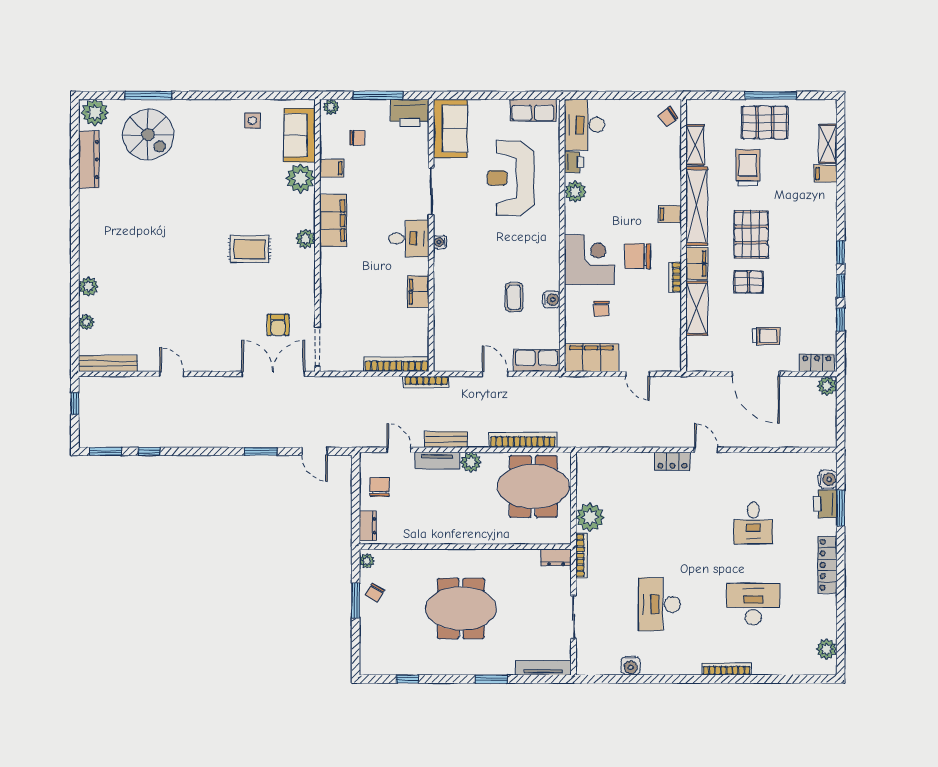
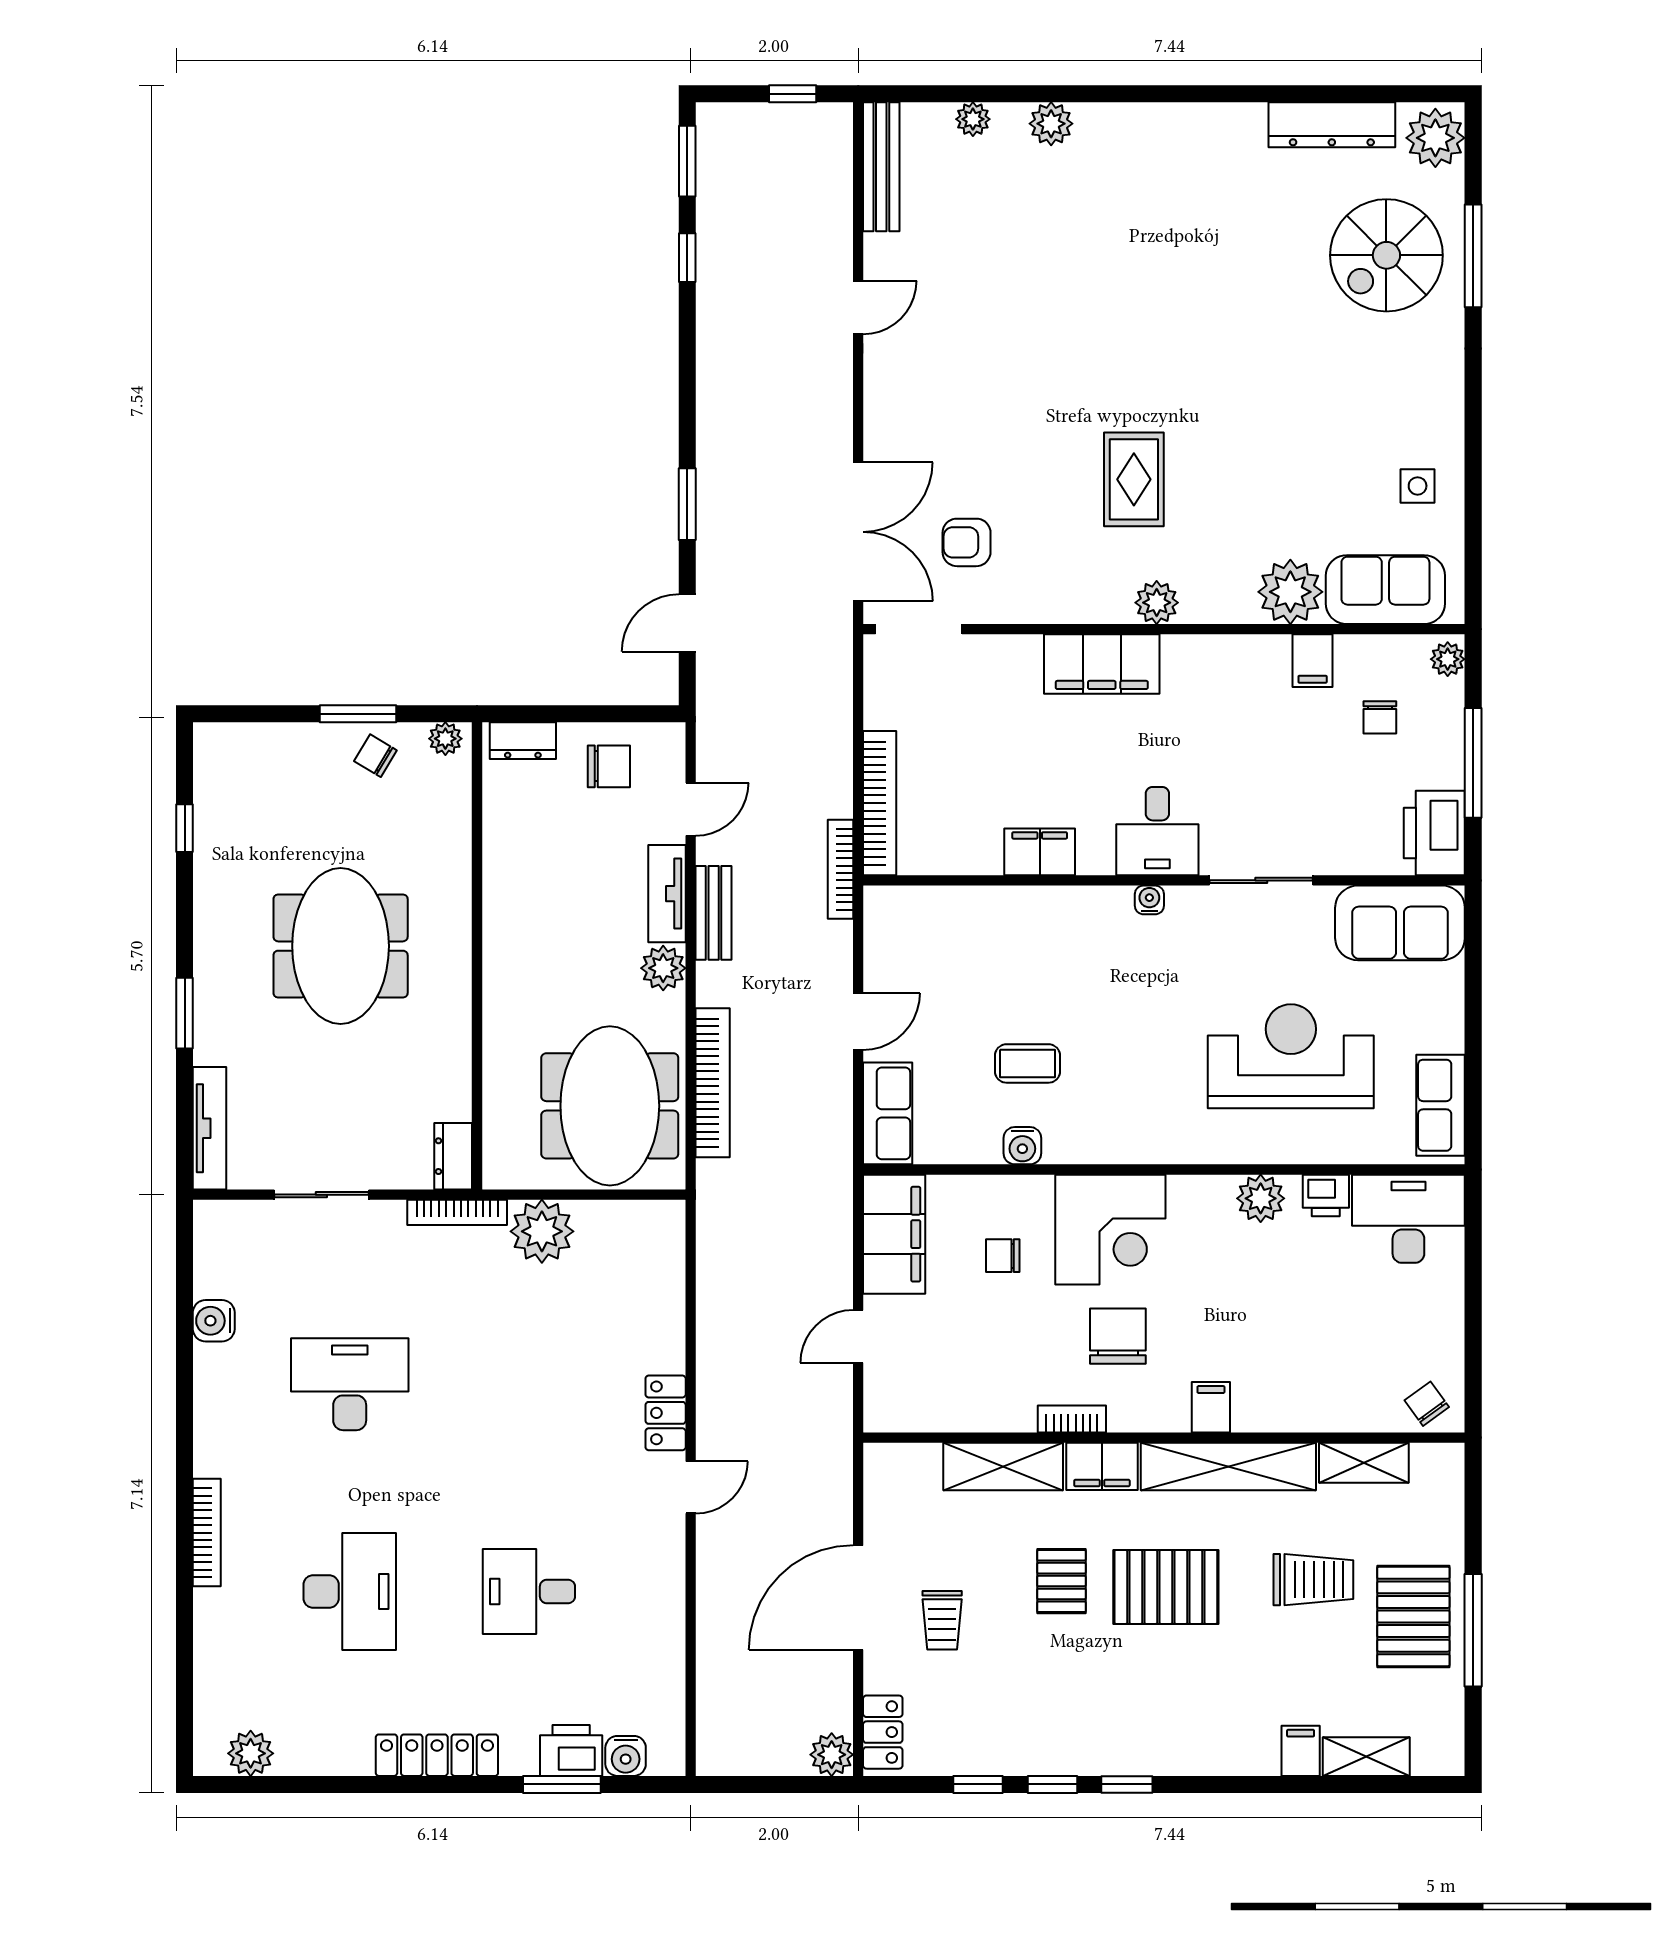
filing cabinet: (333, 220) -> (1102, 664), moved

